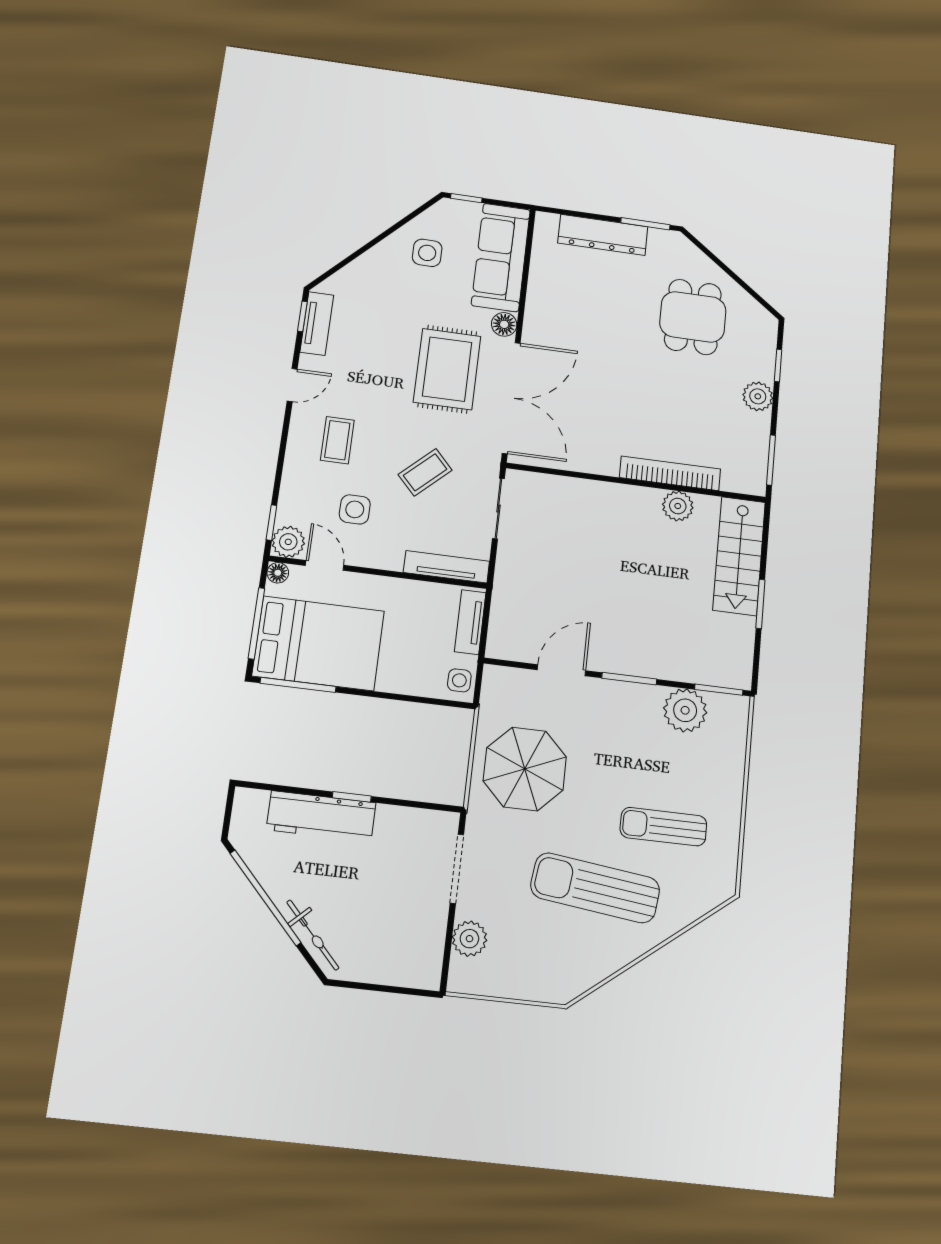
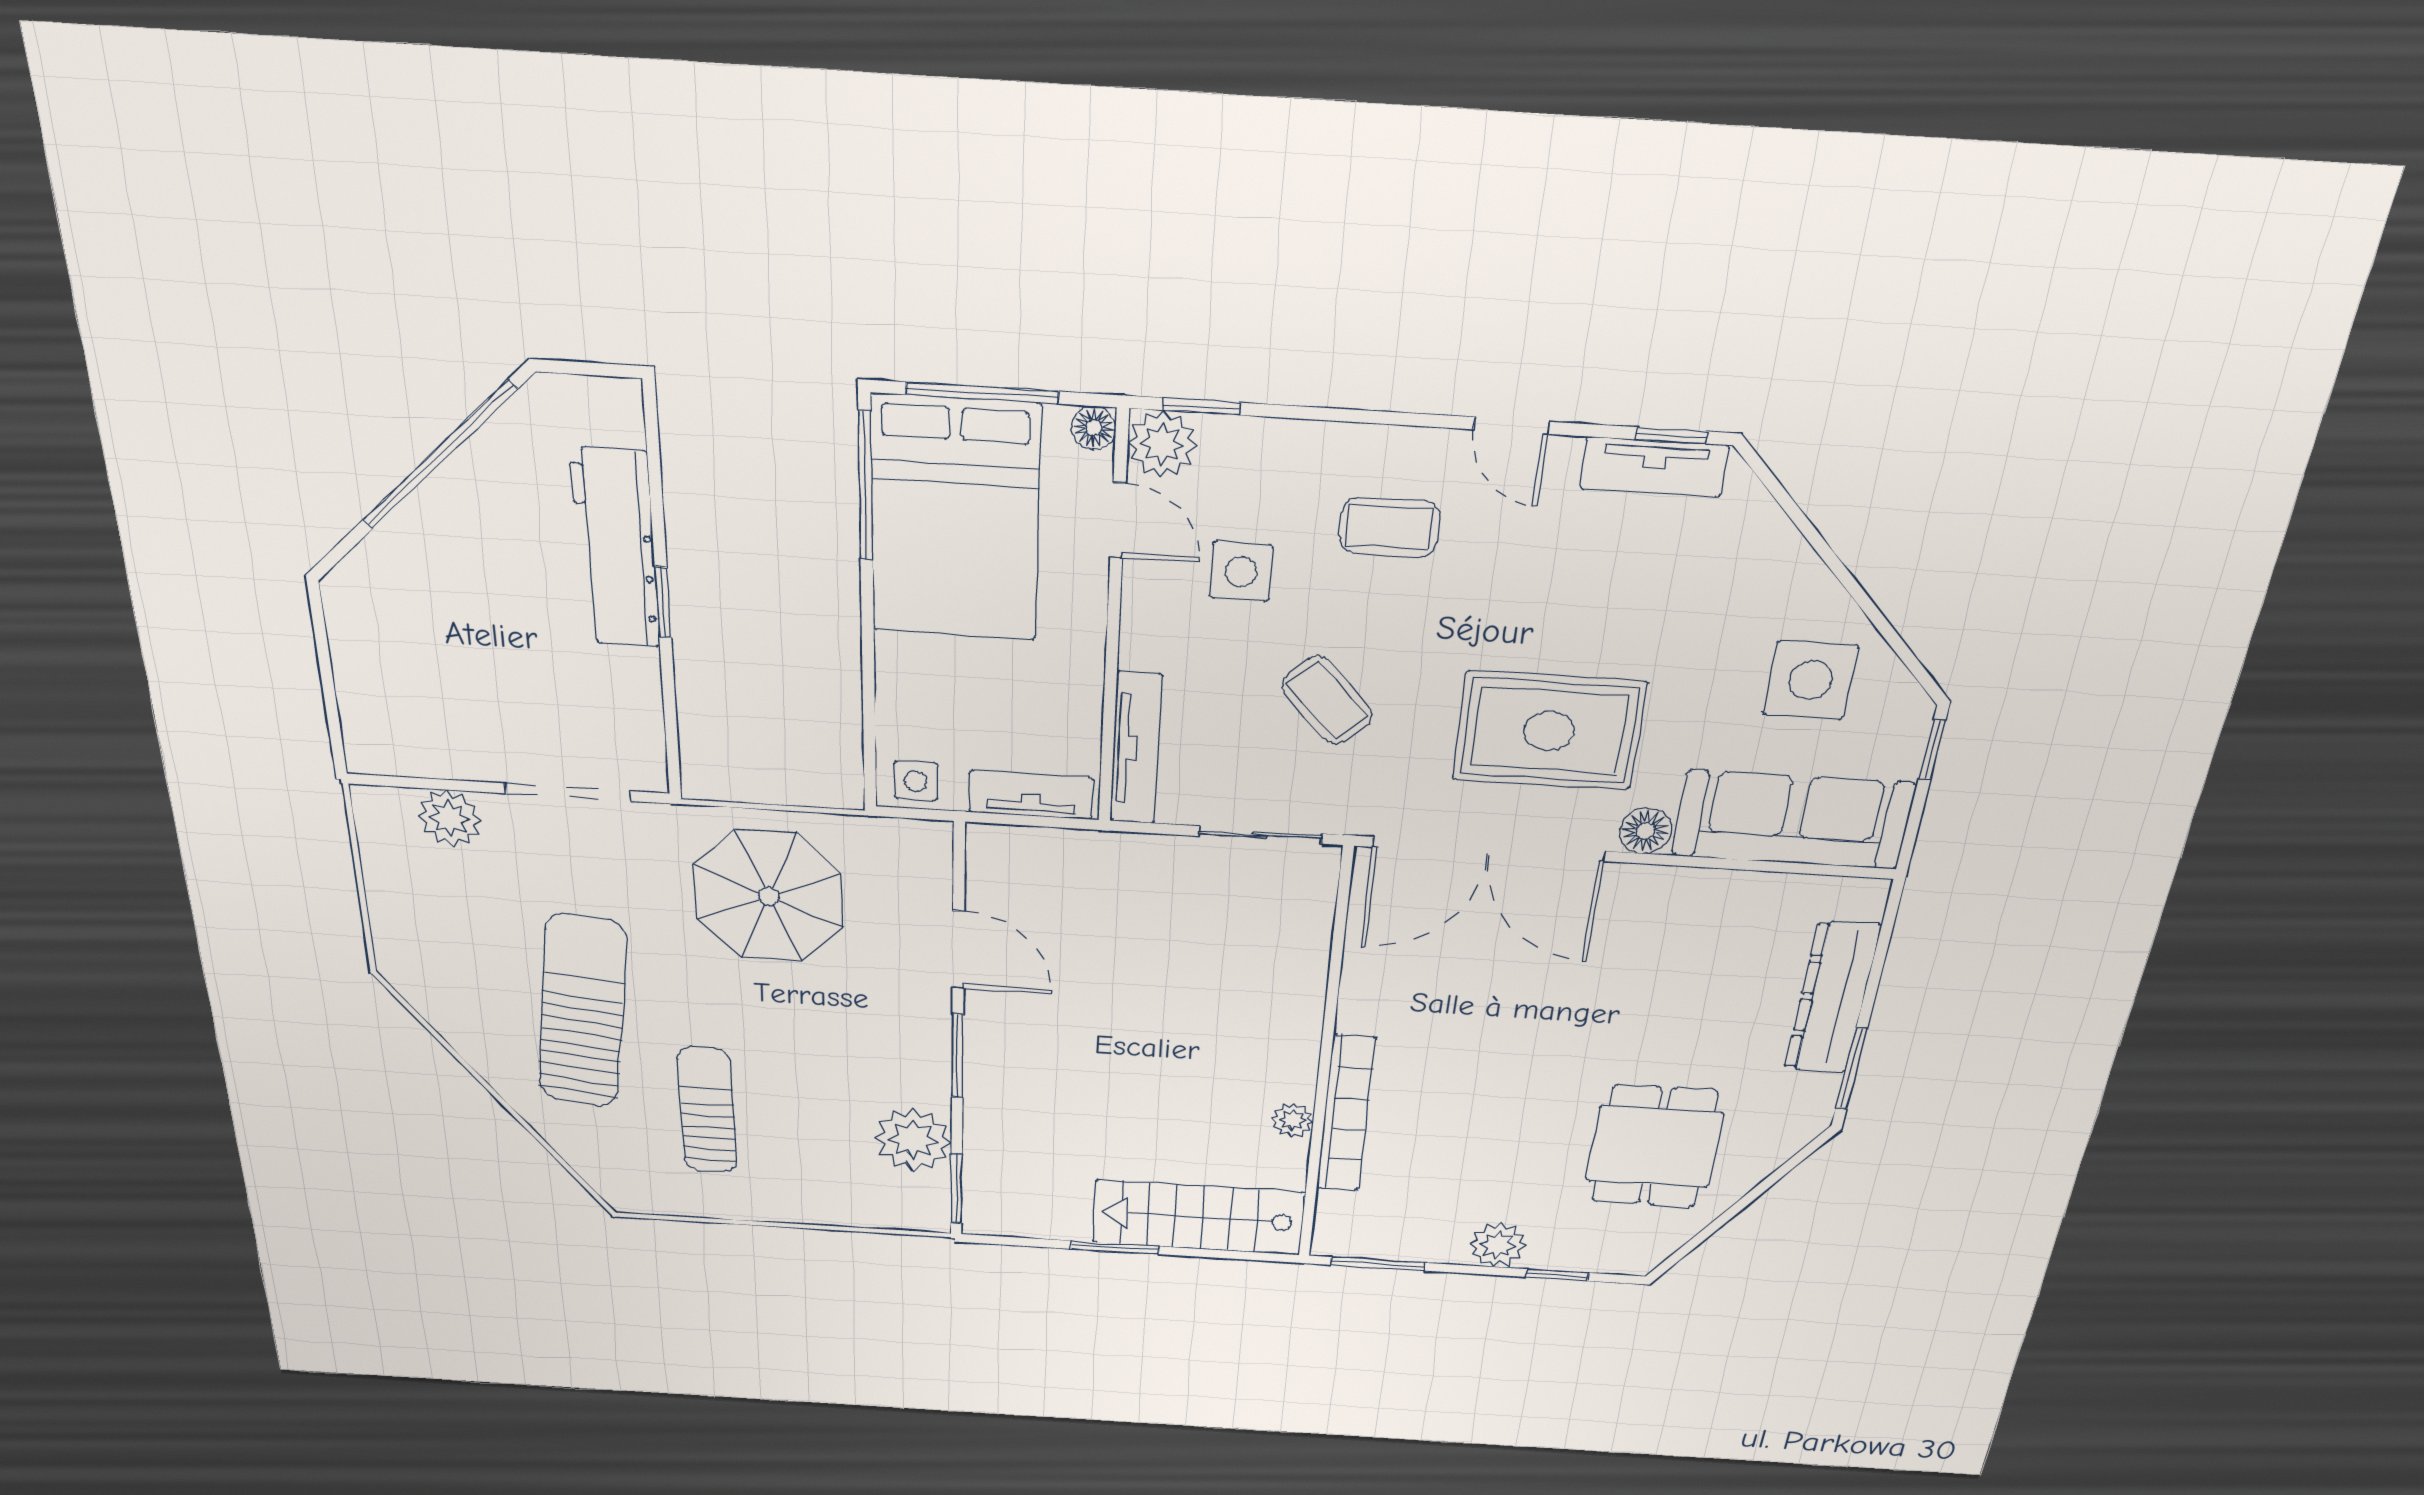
side table: (427, 253) -> (1810, 680), width x1.37, depth x1.37
dining table: (693, 317) -> (1654, 1147), turned 90
plant: (678, 506) -> (1293, 1120), width x0.73, depth x0.73
door: (325, 565) -> (1118, 520), hinge flipped
bicycle: (313, 935) -> (391, 549), removed

